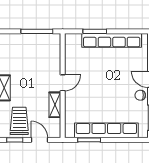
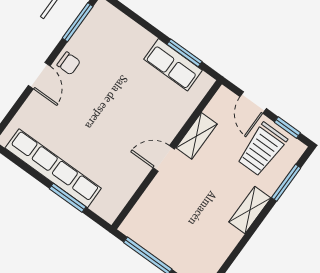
row of seats: (106, 130) -> (173, 65), width x0.50

